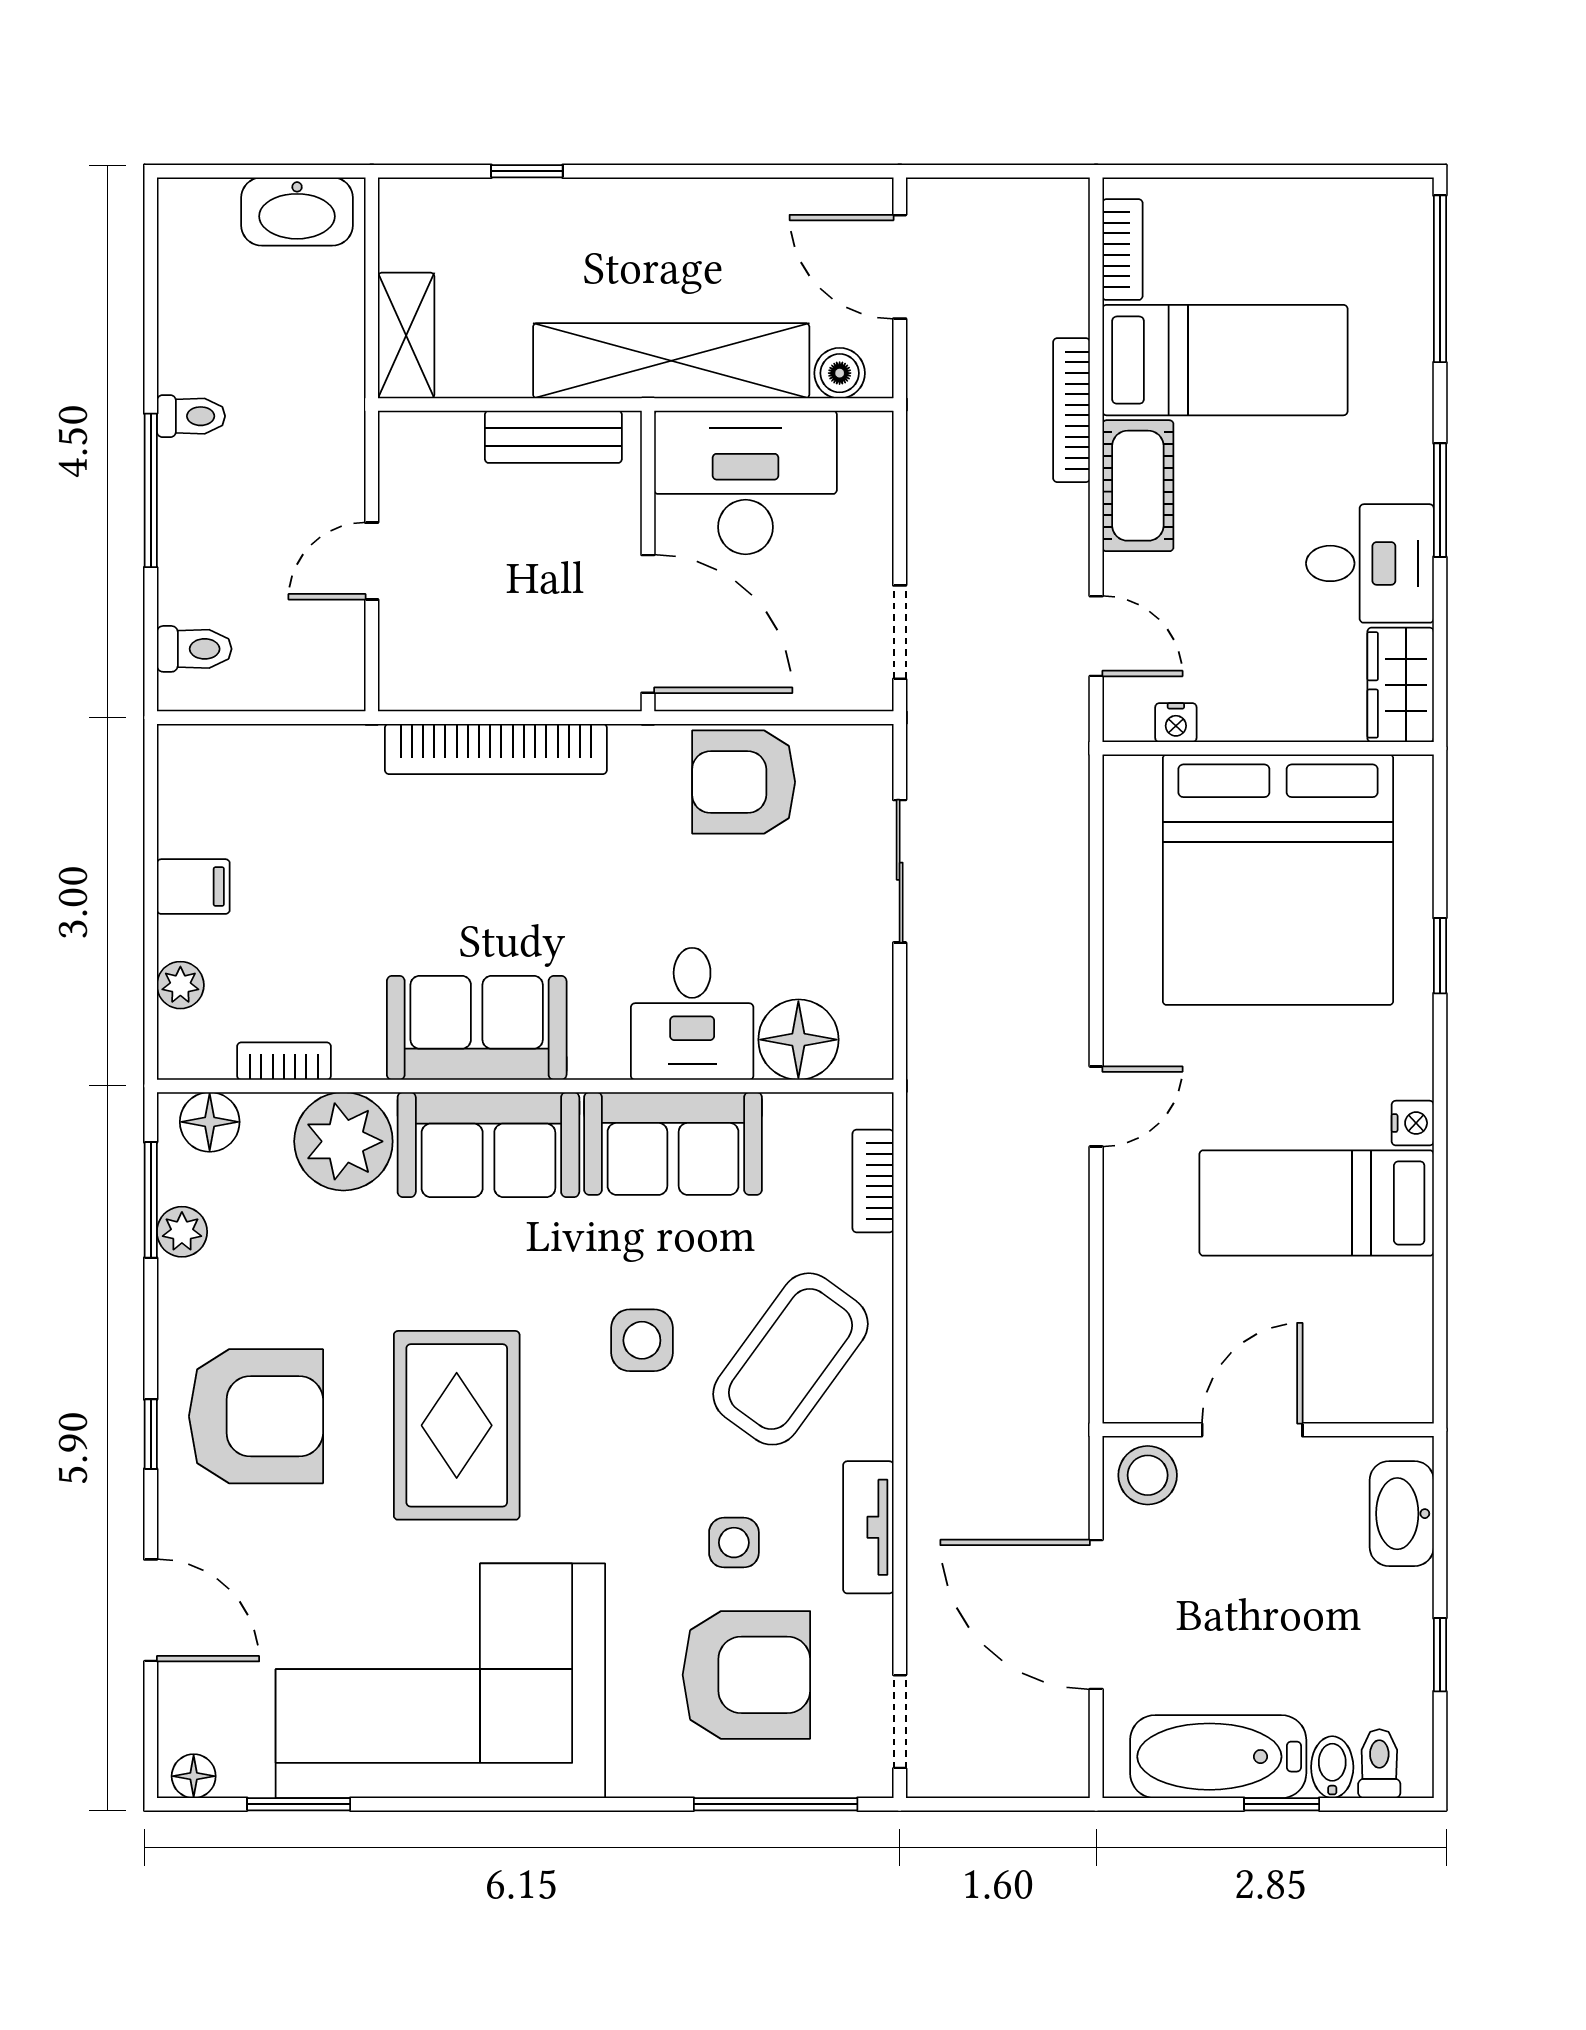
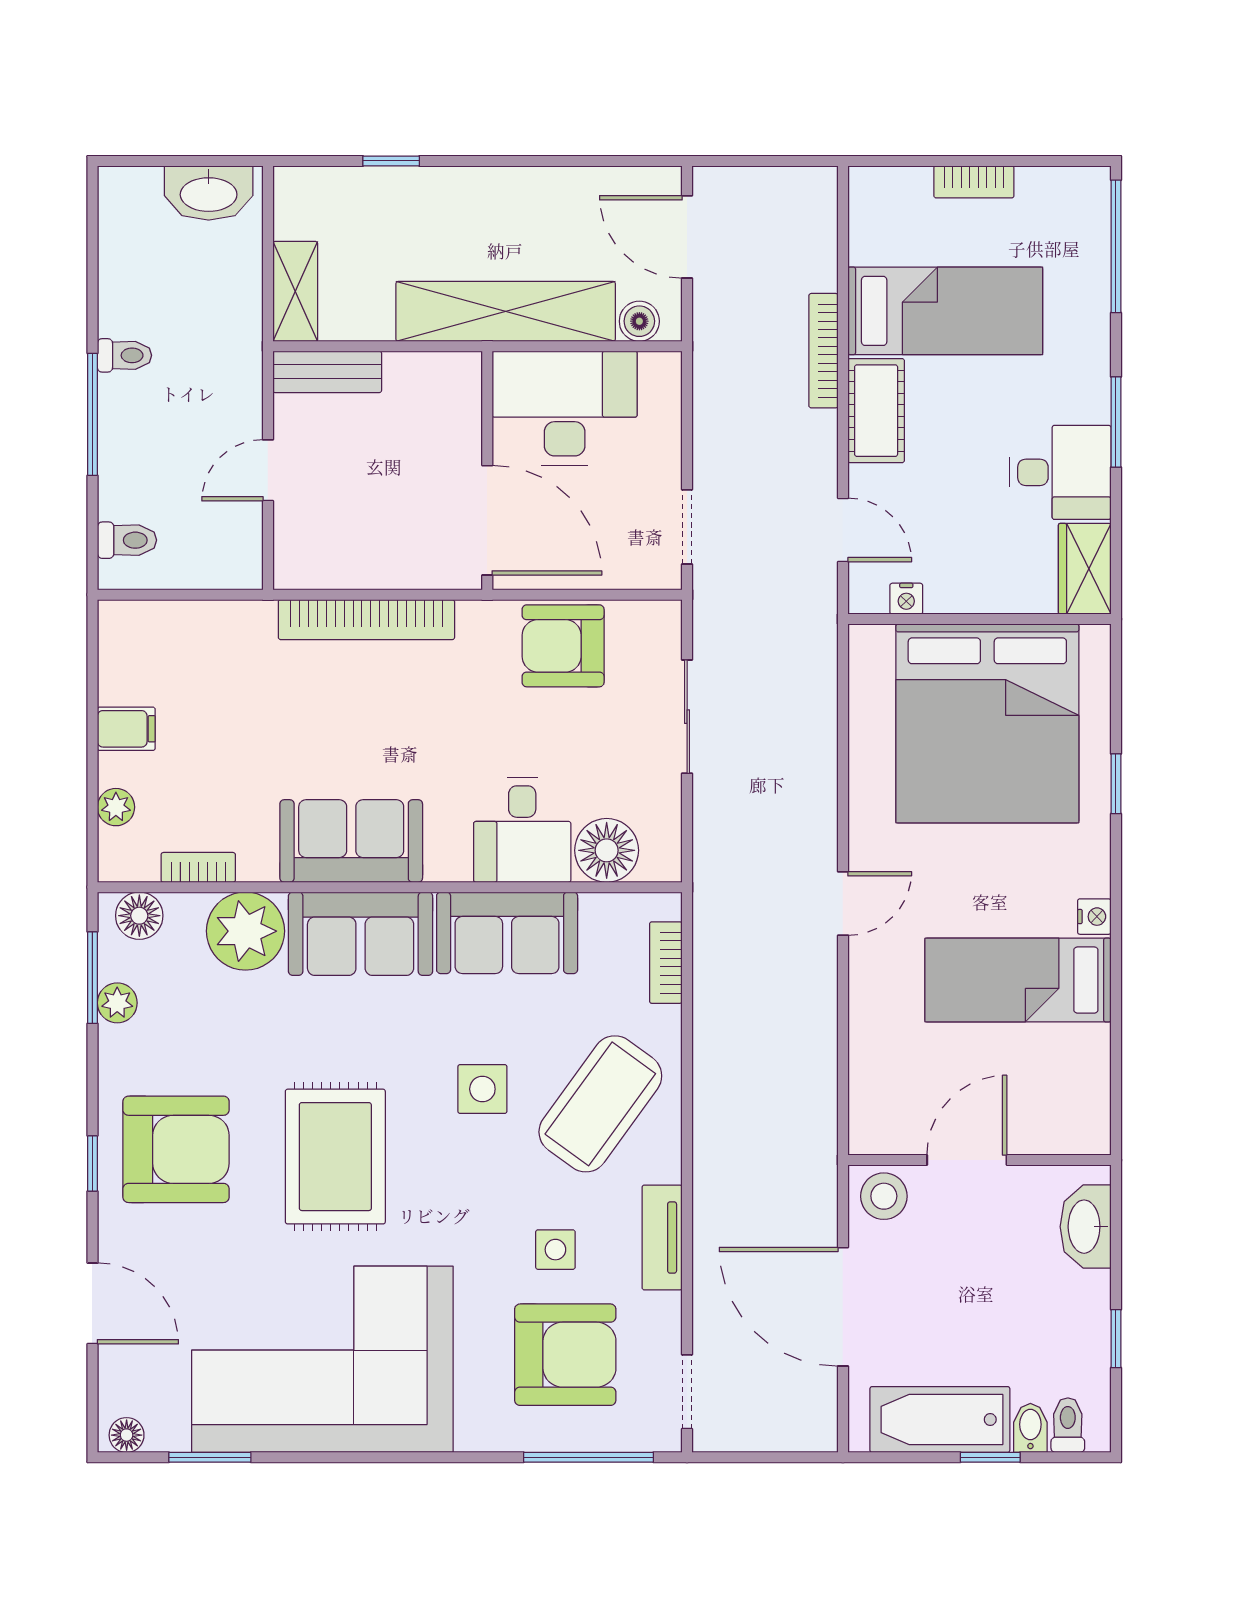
bookcase: (1122, 250) -> (974, 182), moved, turned 90
bench: (553, 437) -> (327, 372), moved

